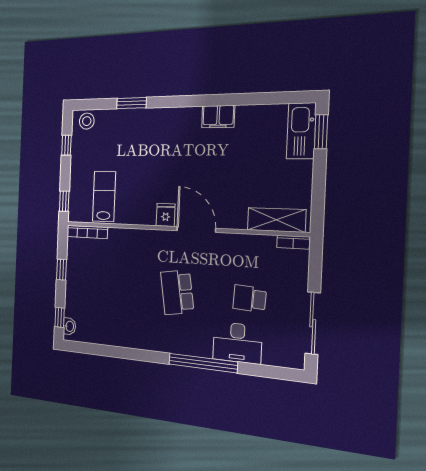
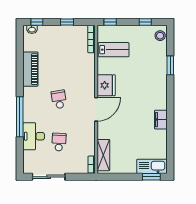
fridge: (166, 215) -> (106, 85), width x1.88, depth x1.34
school desk: (177, 292) -> (59, 99), width x0.54
piano: (128, 336) -> (30, 69), added

